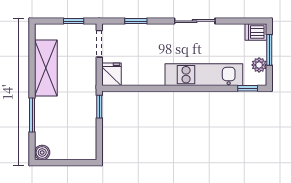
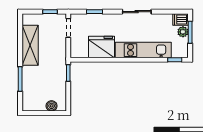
plant: (259, 65) -> (183, 32), moved
fridge: (112, 74) -> (102, 47), moved, width x1.88, depth x1.34
boiler: (42, 152) -> (52, 106), moved

